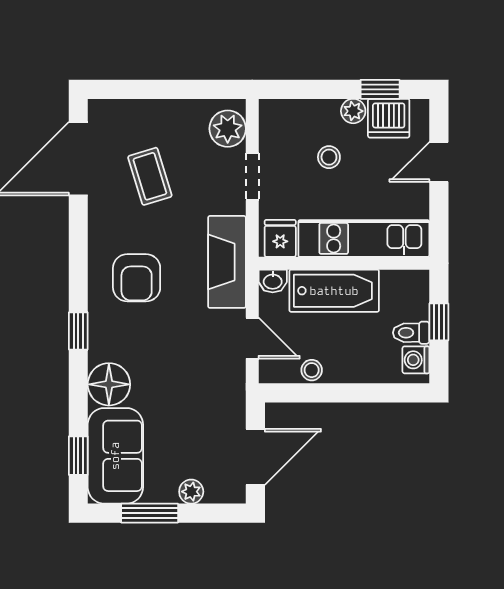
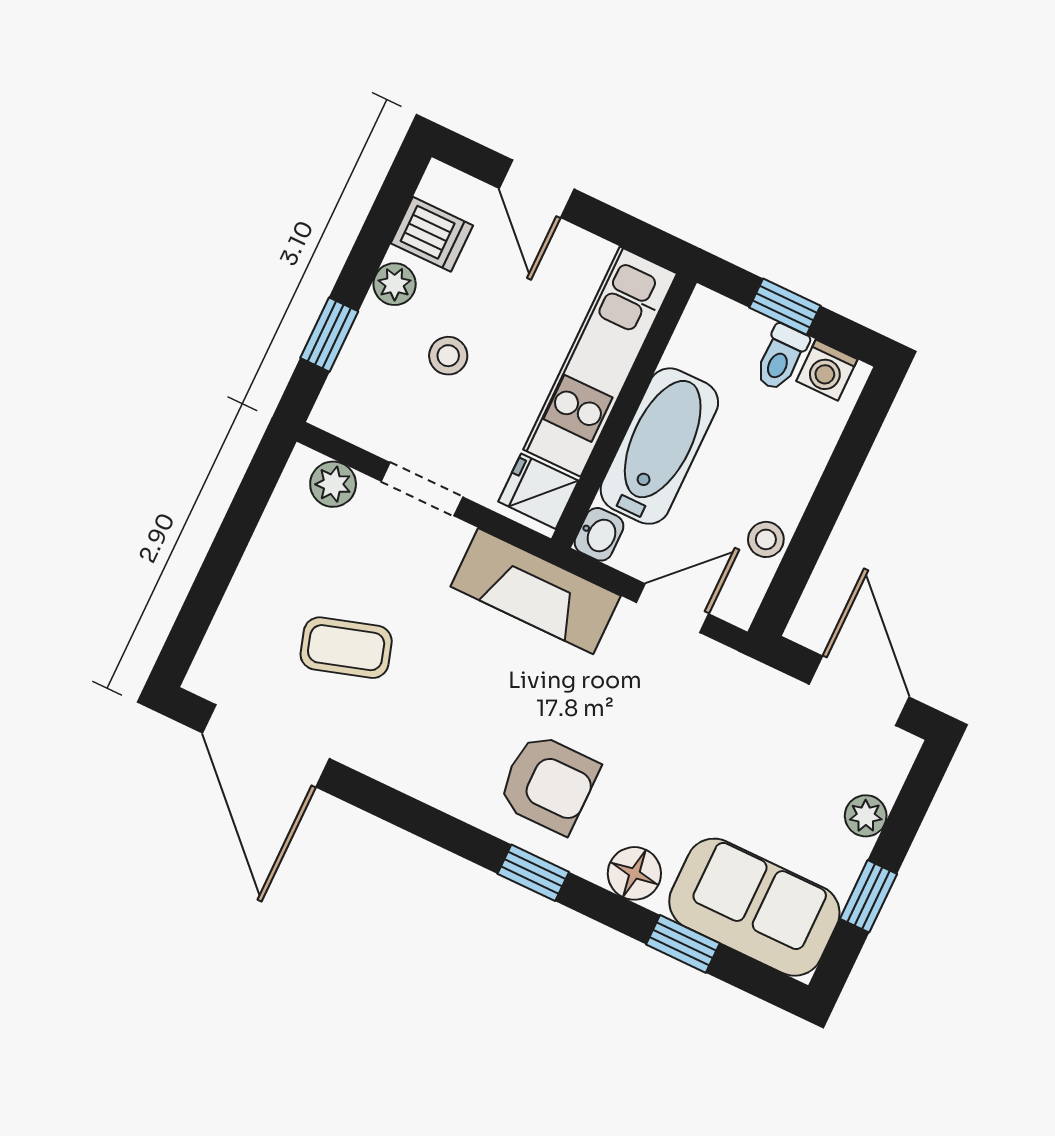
window: (380, 89) -> (329, 335), moved
dishwasher: (389, 118) -> (432, 234), width x0.73
plant: (228, 129) -> (333, 484), width x0.73, depth x0.73
armchair: (137, 278) -> (548, 784), moved
floor lamp: (109, 384) -> (634, 873), width x0.73, depth x0.73
window: (78, 456) -> (683, 944), moved
window: (150, 513) -> (868, 896), width x0.67

